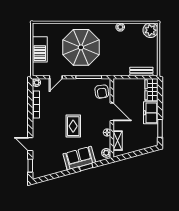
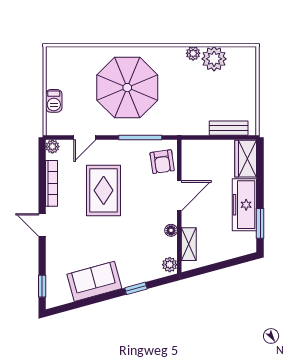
plant: (151, 30) -> (214, 59), moved
barbecue: (40, 49) -> (54, 101), width x0.53, depth x0.65
door: (112, 112) -> (179, 196), hinge flipped
freezer: (151, 113) -> (244, 205), width x1.40
rug: (73, 126) -> (104, 190), moved, width x1.36, depth x1.43
door: (30, 144) -> (42, 225), moved
sofa: (79, 158) -> (94, 281), moved

